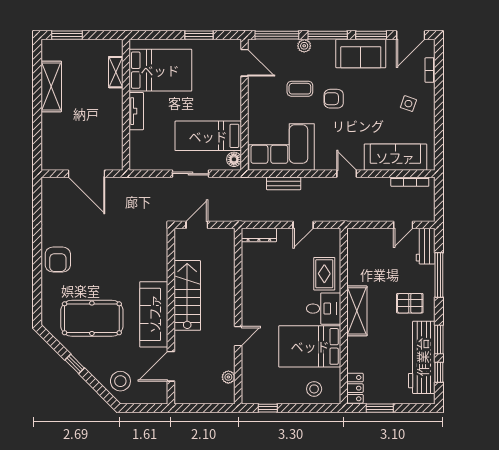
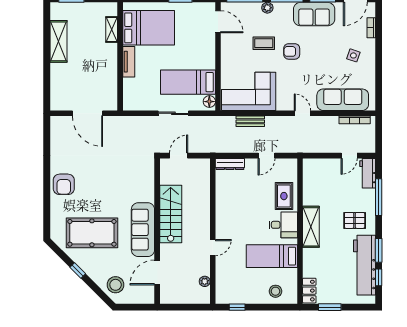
bed: (310, 346) -> (272, 256), width x0.67

